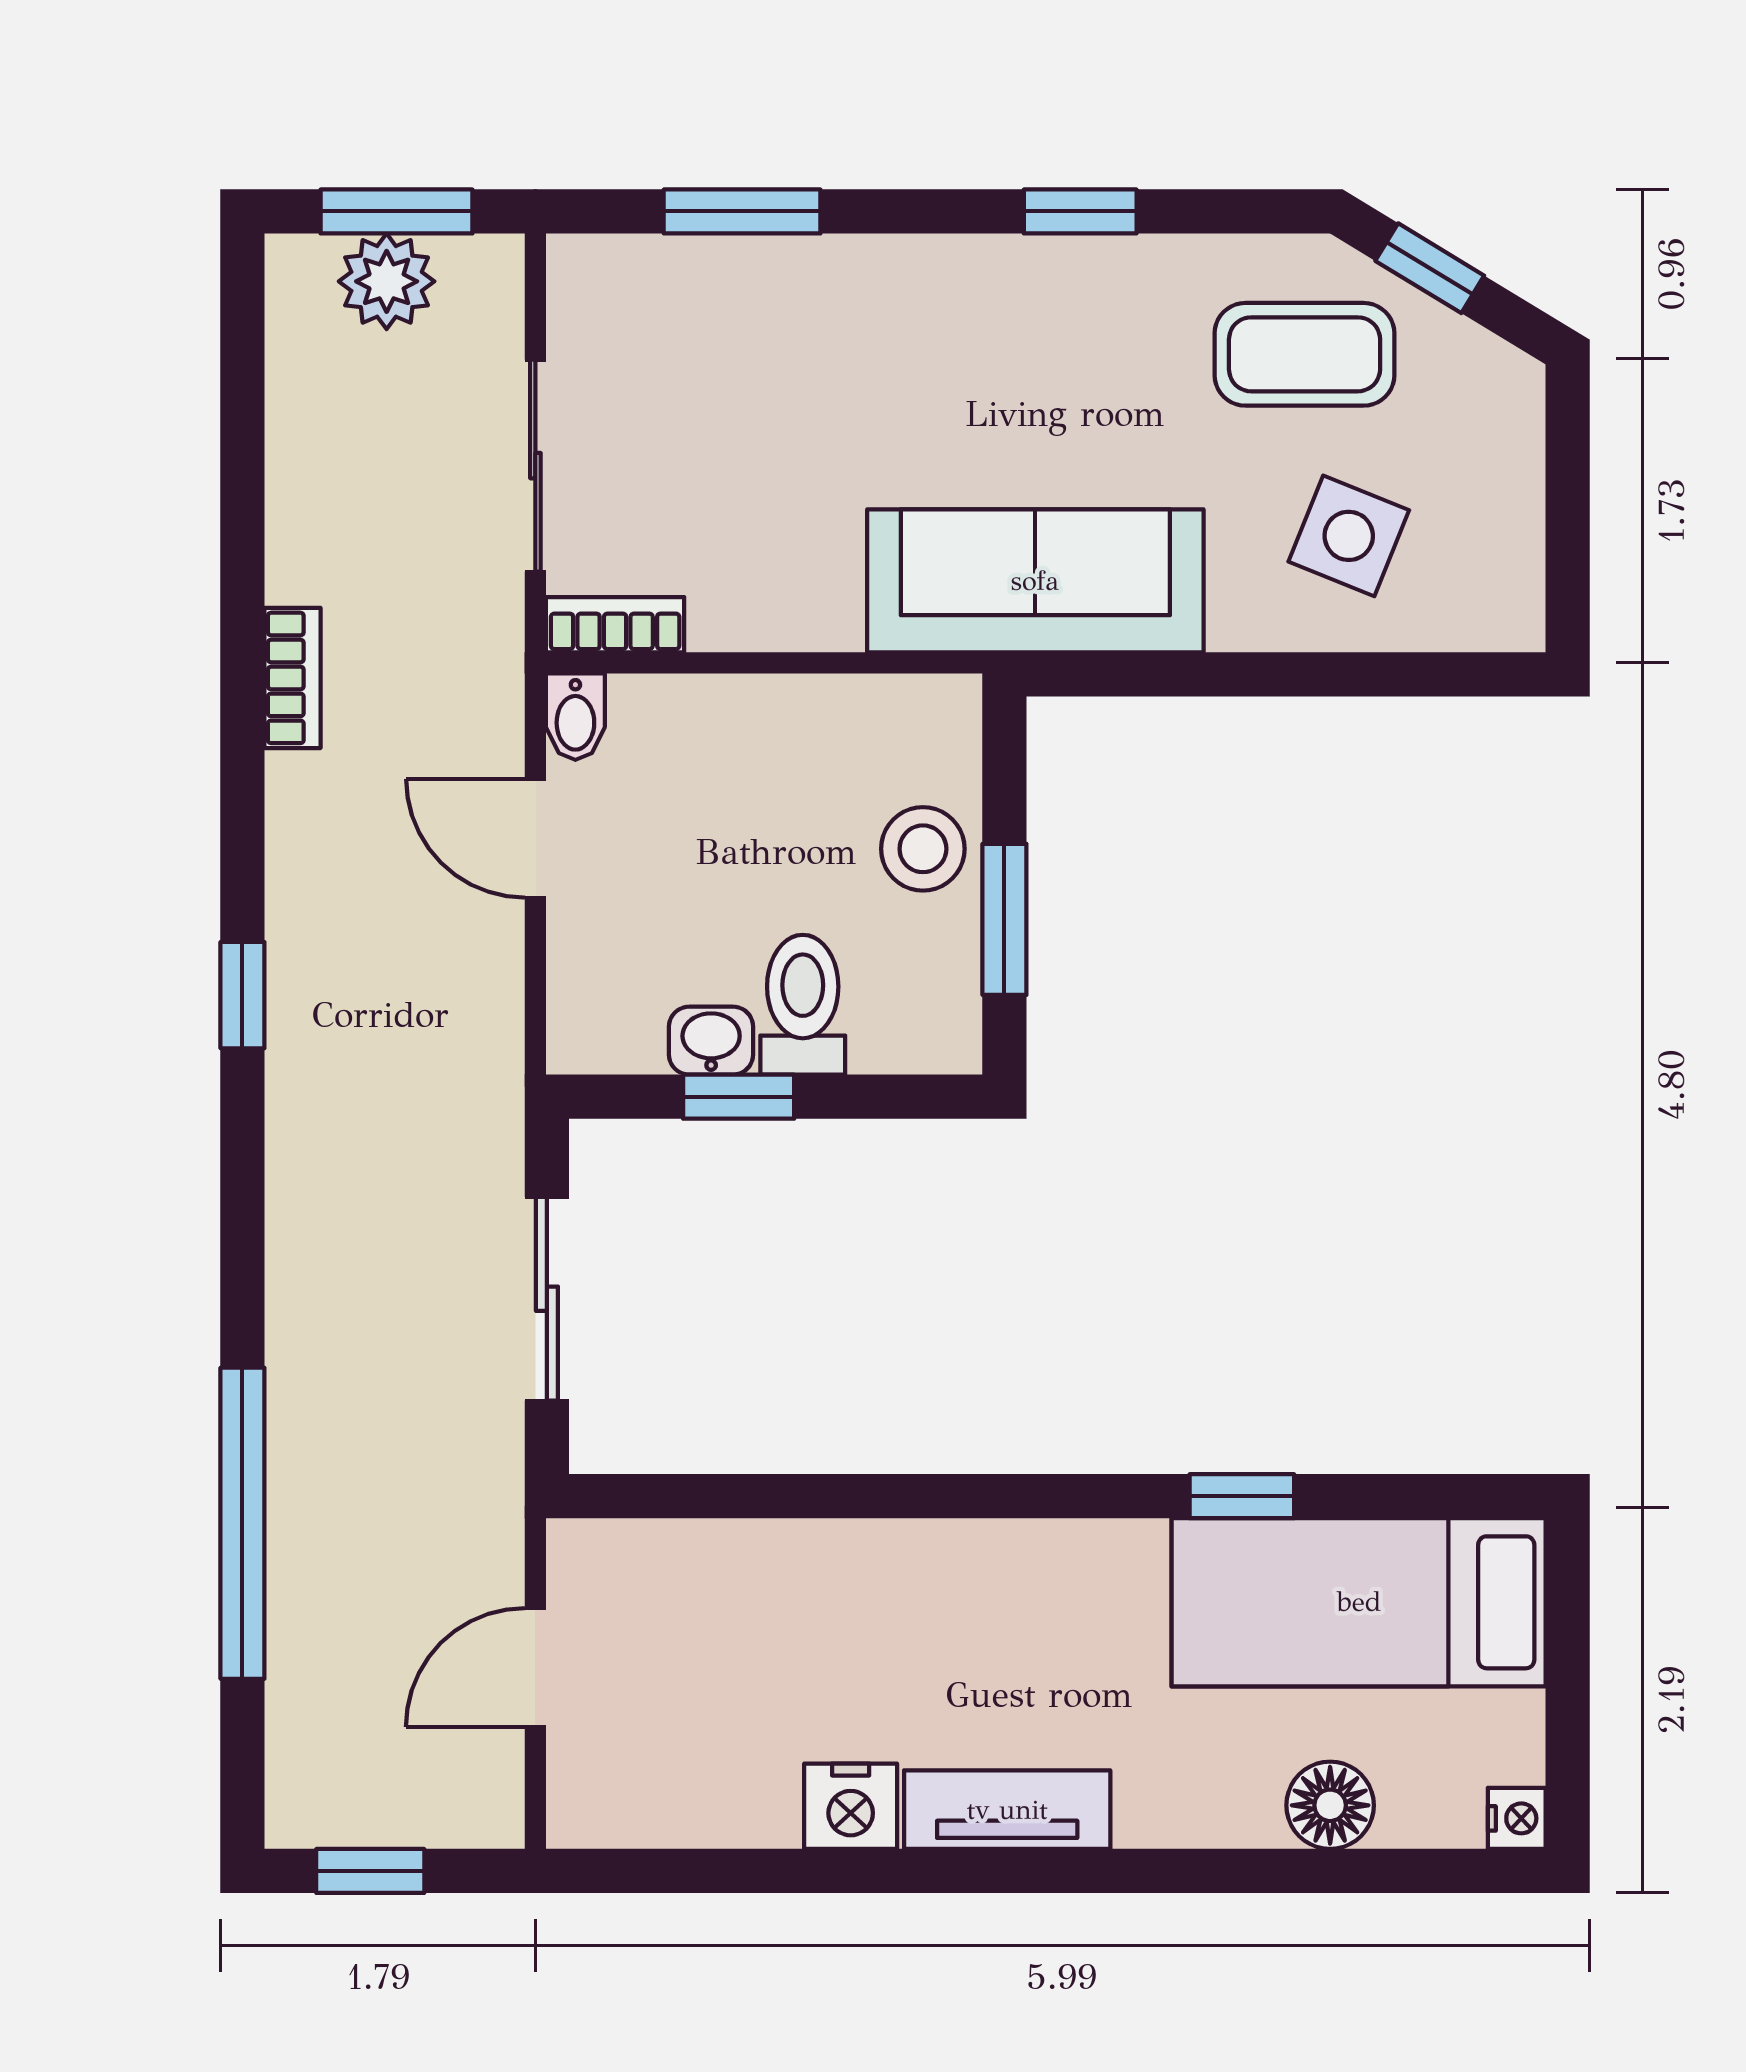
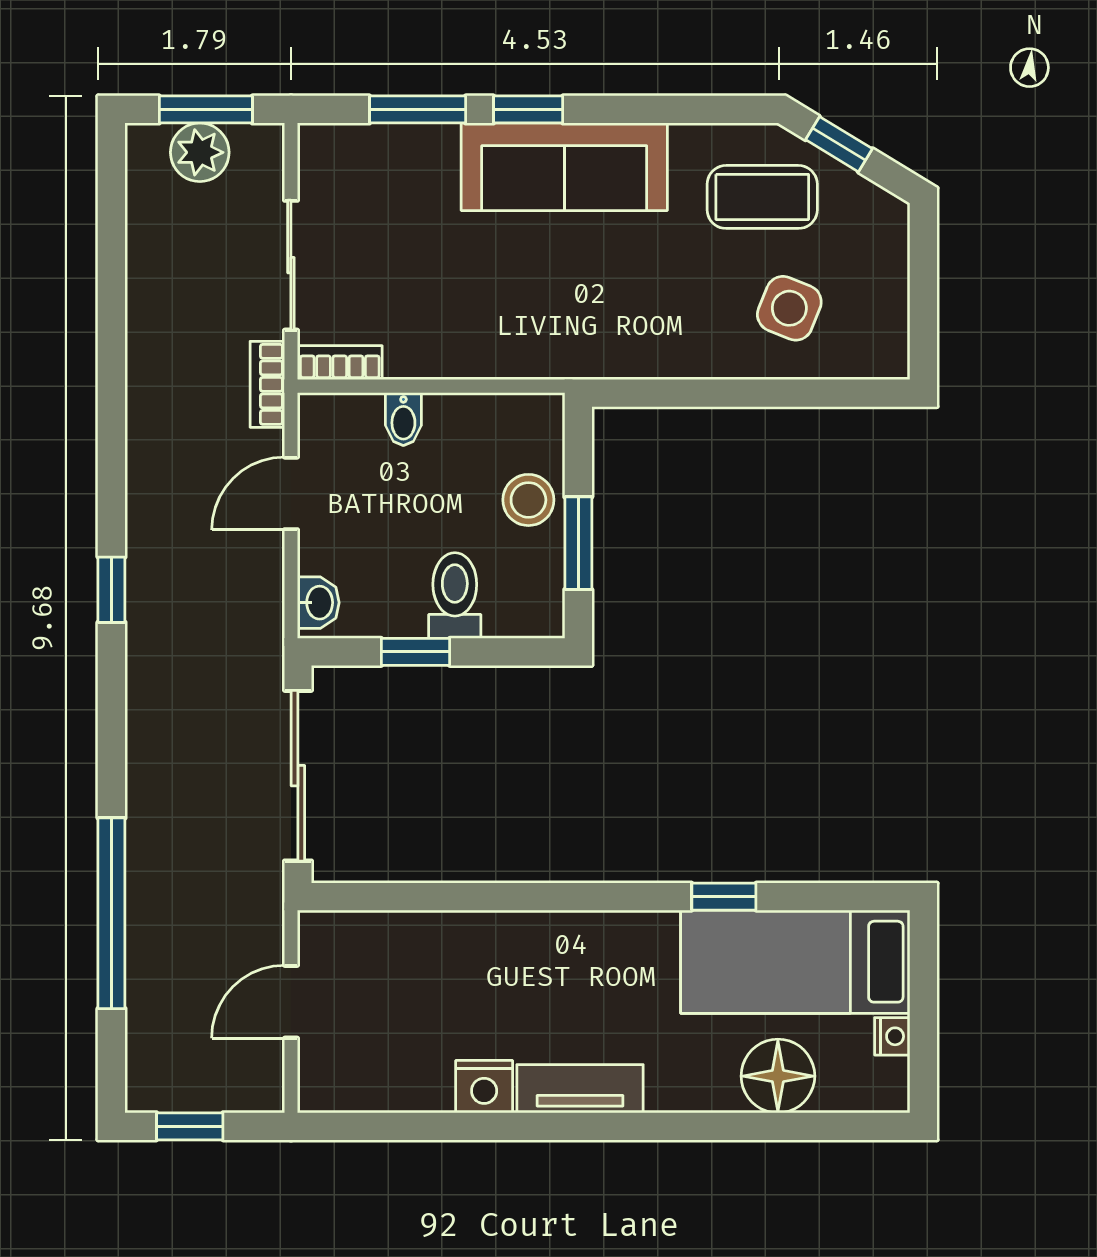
window: (1080, 211) -> (528, 109), moved
sofa: (1035, 581) -> (564, 167), moved, turned 180
bookcase: (293, 678) -> (267, 384), moved, turned 180
bidet: (575, 717) -> (403, 419), moved
door: (535, 838) -> (291, 493), hinge flipped
washbasin: (711, 1041) -> (318, 603), moved, turned 90
sliding door: (547, 1299) -> (298, 776), width x1.37
floor lamp: (1330, 1805) -> (778, 1076), width x1.38, depth x1.38
nightstand: (1517, 1818) -> (892, 1036), moved

